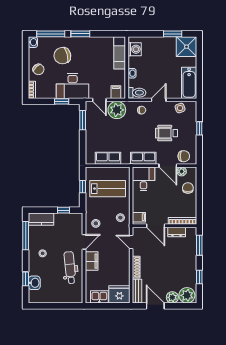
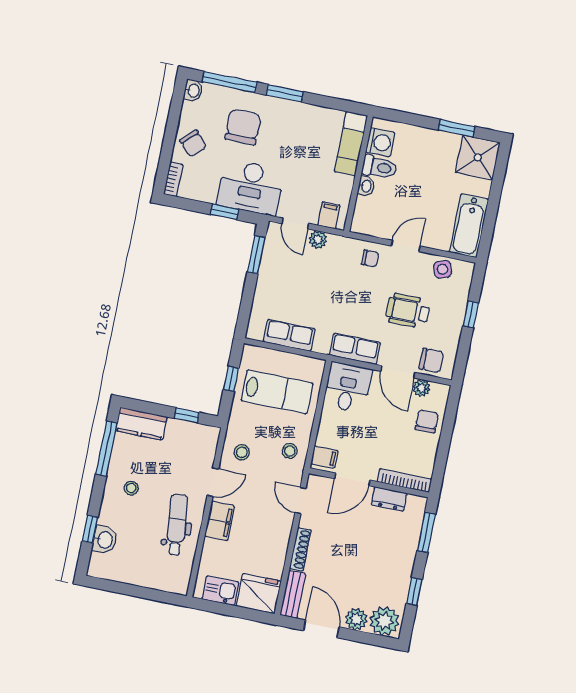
chair: (62, 56) -> (243, 127), turned 104
toilet: (137, 93) -> (380, 167), moved
plant: (117, 110) -> (318, 240), width x0.53, depth x0.53
door: (156, 226) -> (352, 479), hinge flipped

